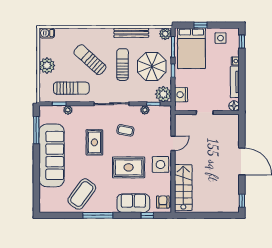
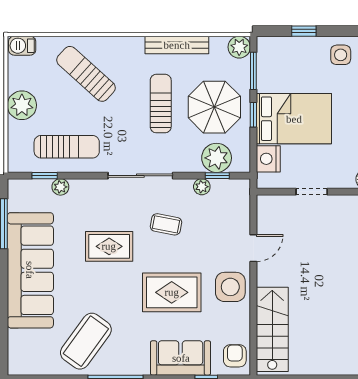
bed: (191, 48) -> (294, 119), moved, turned -90
sun lounger: (90, 60) -> (86, 74), moved
plant: (163, 94) -> (217, 158), moved
rug: (94, 142) -> (109, 246), turned 90

